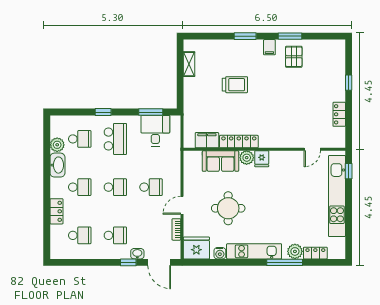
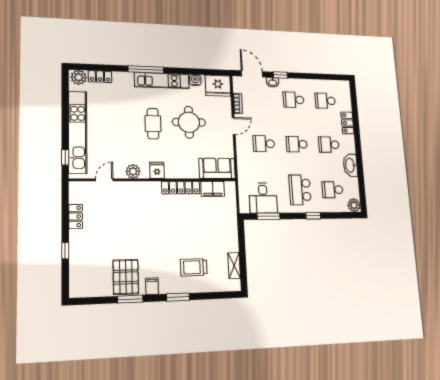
pallet: (294, 57) -> (126, 277), width x1.50, depth x1.42
trolley: (235, 85) -> (194, 267), moved
plant: (57, 145) -> (354, 205), moved
plant: (247, 158) -> (133, 171), moved
sofa: (220, 161) -> (217, 168), moved
cafe table: (264, 206) -> (153, 124), added
plant: (295, 251) -> (79, 77), moved
window: (285, 262) -> (146, 70), moved

